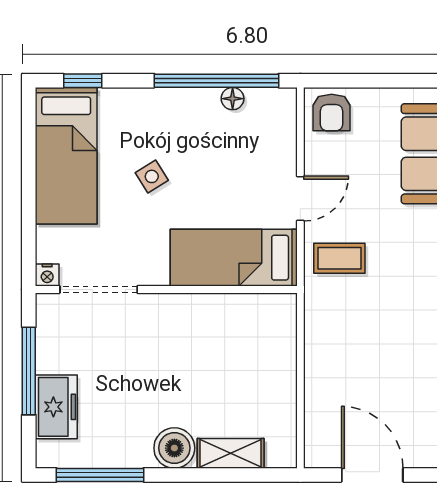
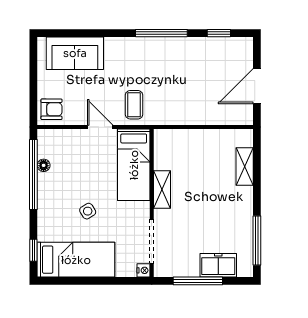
shelving: (190, 308) -> (162, 189), added
boiler: (174, 448) -> (242, 198), removed

